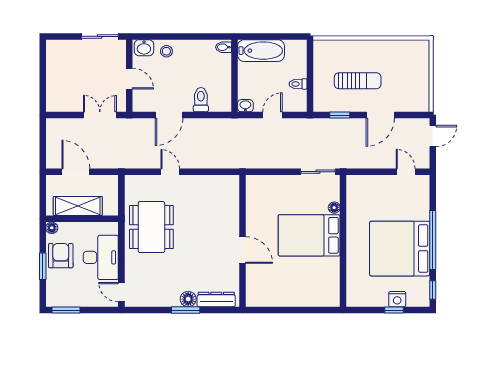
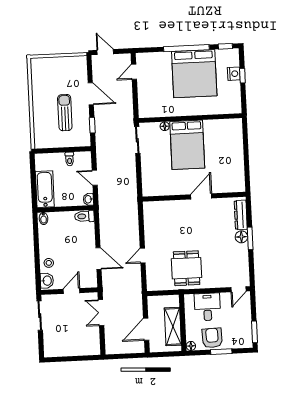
toilet: (201, 100) -> (84, 216), moved
dining table: (151, 227) -> (187, 268), width x0.73
armchair: (61, 256) -> (212, 338), turned 88
desk: (101, 257) -> (207, 307), width x0.73

